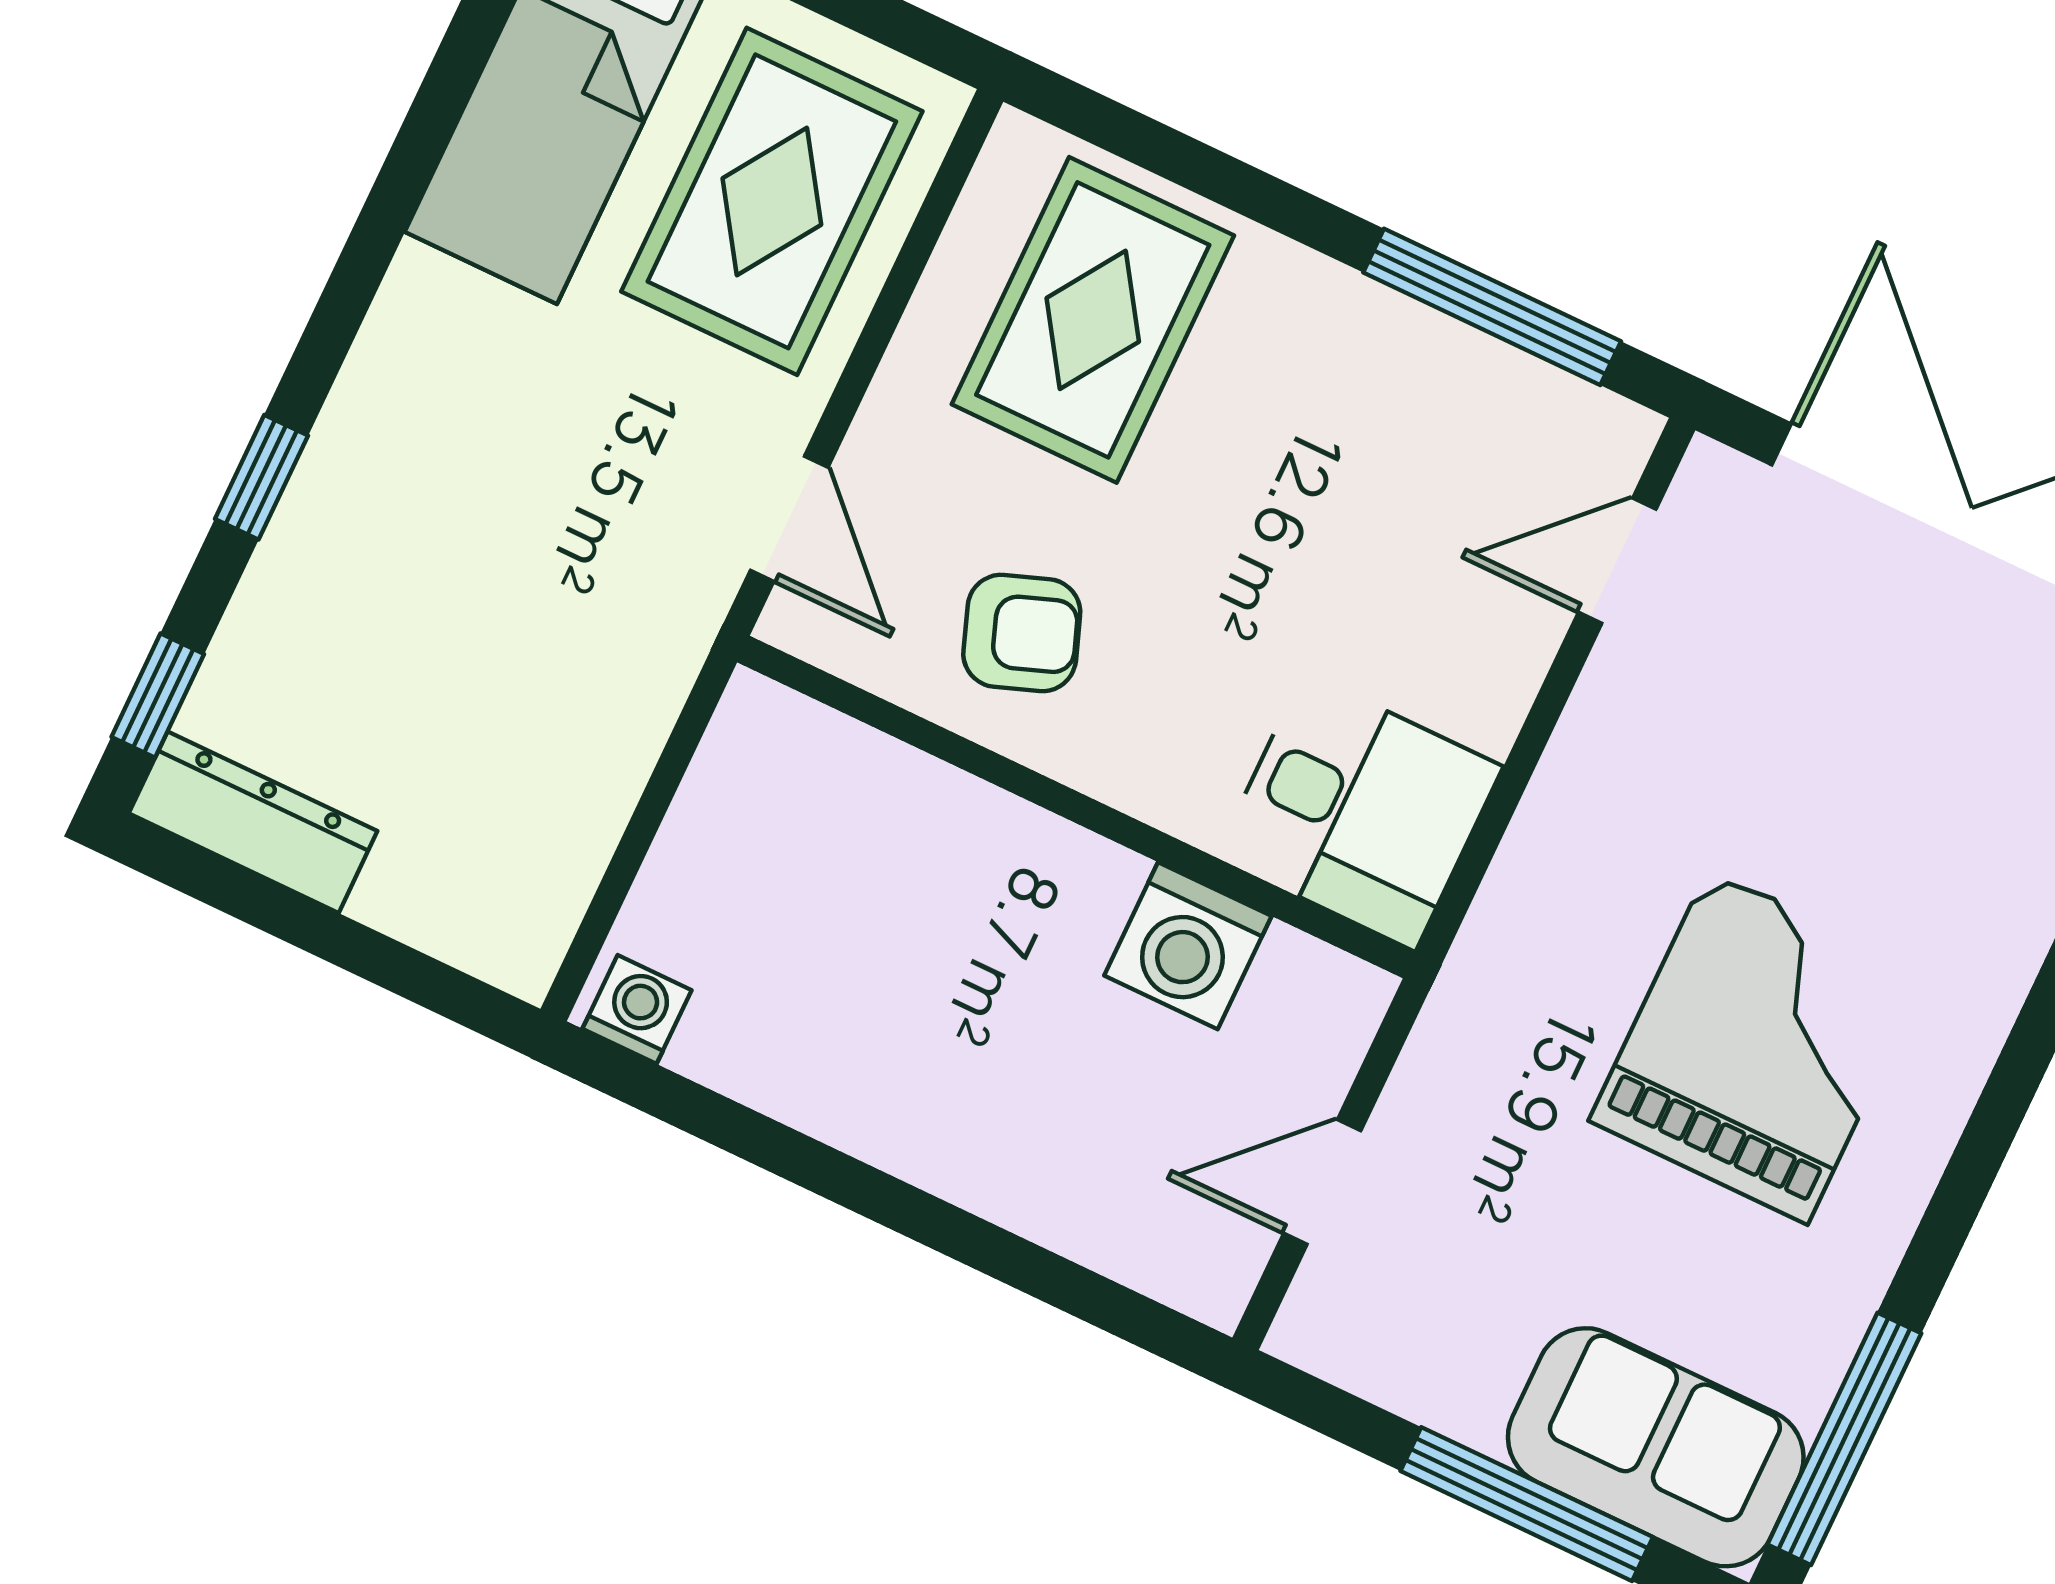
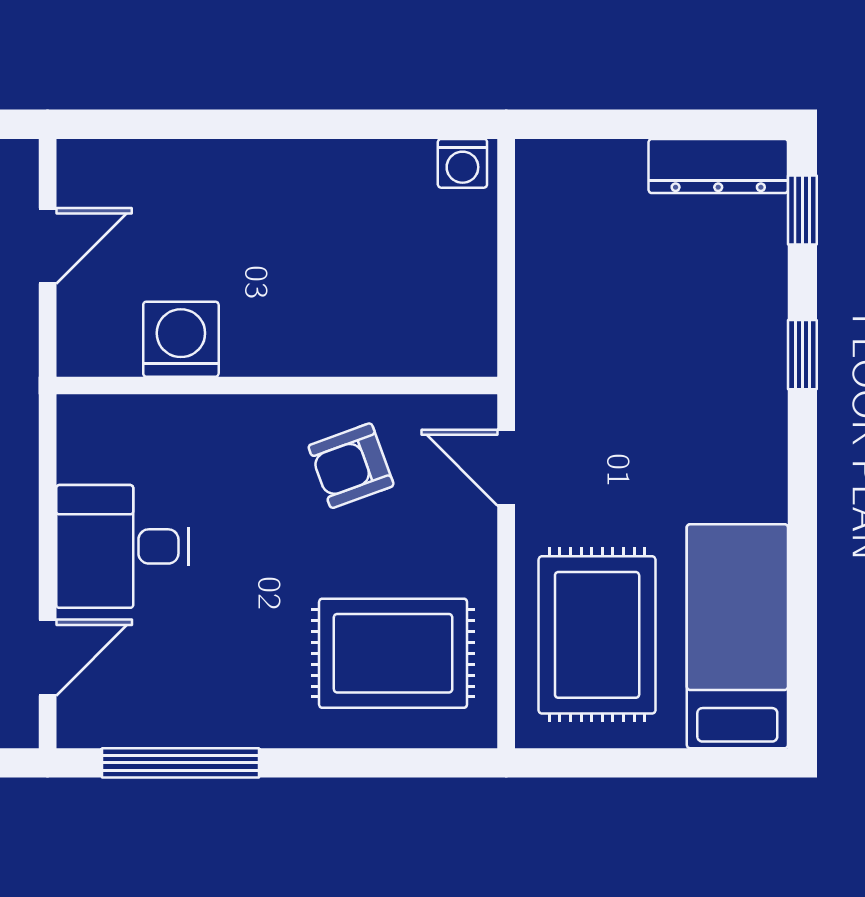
rug: (1093, 320) -> (393, 653), turned 90
desk: (1359, 812) -> (123, 546), moved

